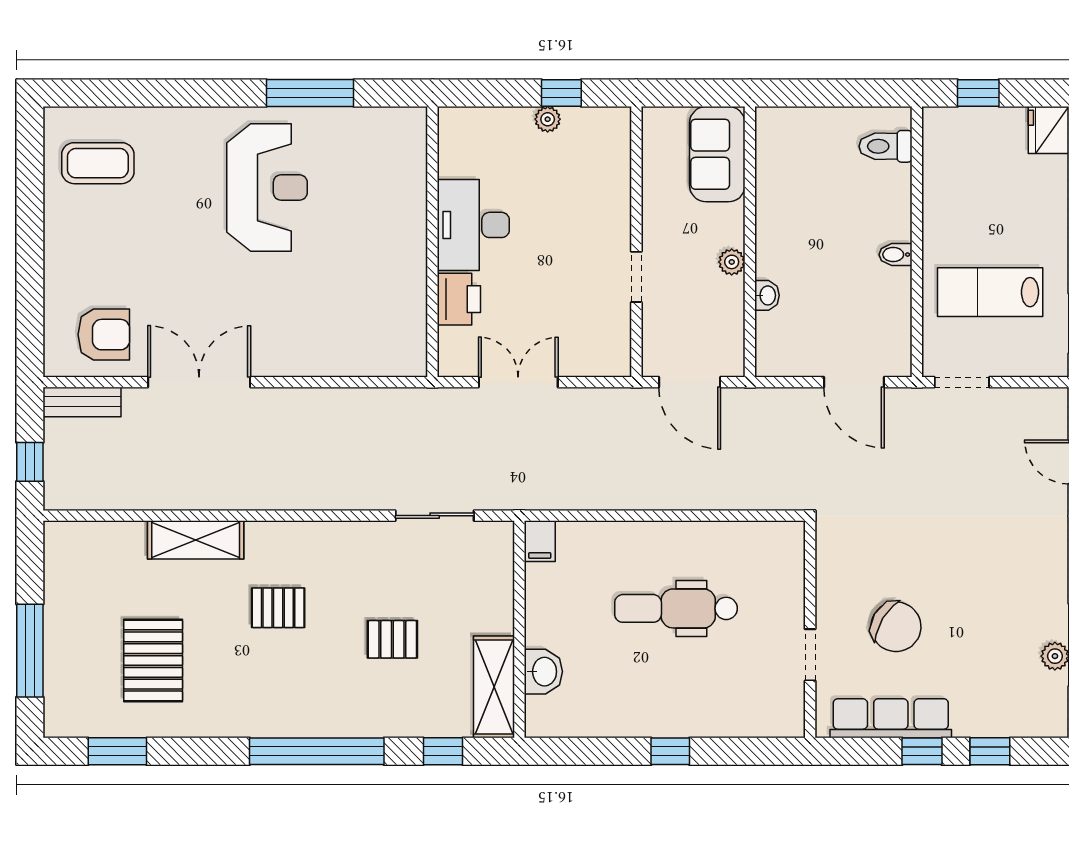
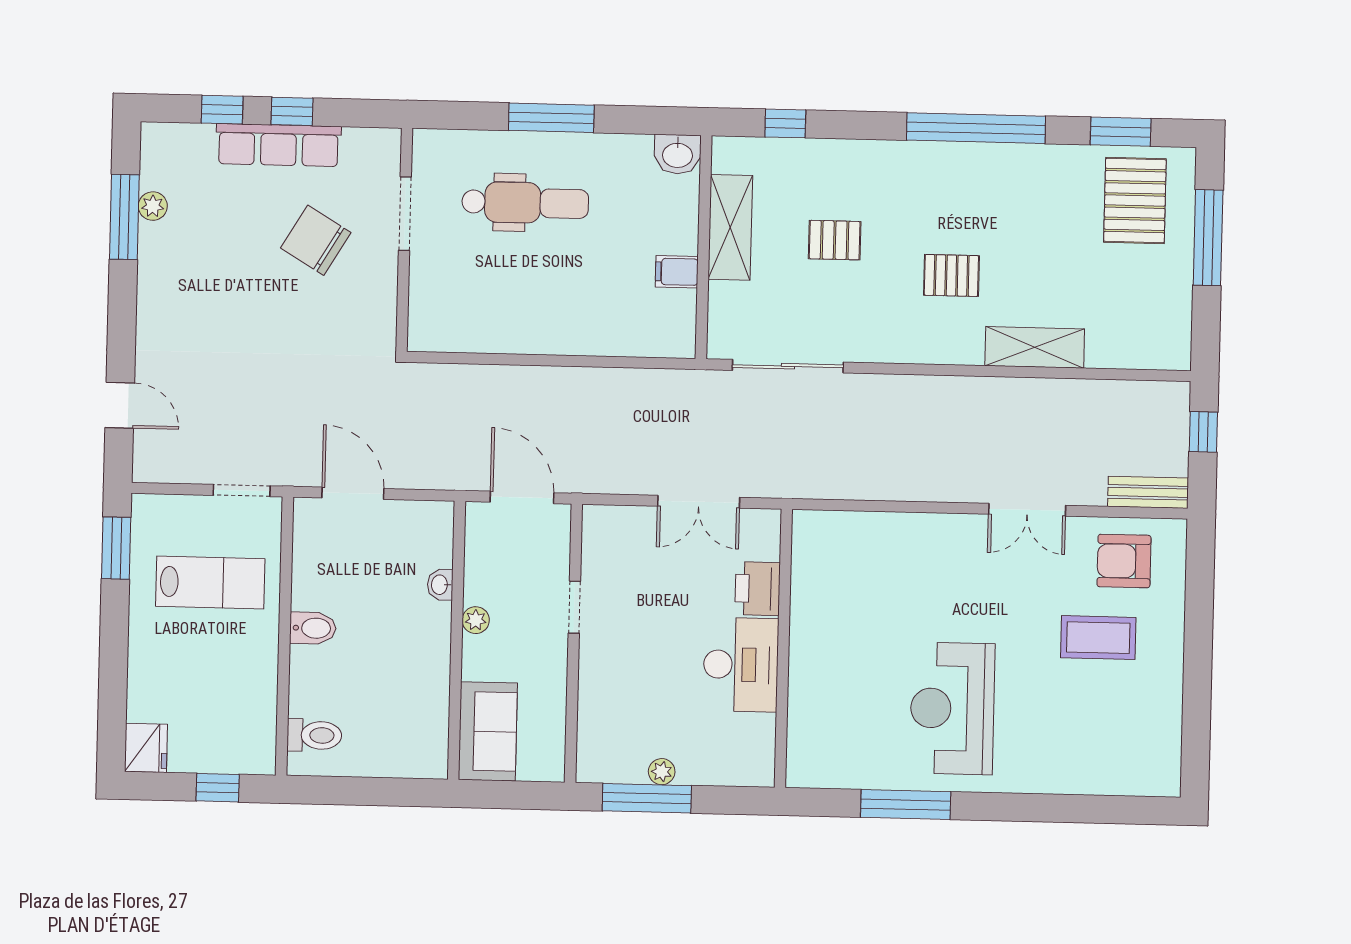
window: (561, 93) -> (647, 798), width x2.17
coffee table: (98, 163) -> (1098, 638), moved
bidet: (895, 255) -> (313, 628), width x1.38, depth x1.36
double door: (199, 382) -> (1027, 510), width x0.73
sliding door: (435, 516) -> (788, 366), width x1.37
filing cabinet: (540, 541) -> (677, 272), moved, turned -90
dental chair: (676, 608) -> (525, 203), moved
doorway: (810, 655) -> (405, 214), width x1.38
pallet: (153, 660) -> (1135, 201), moved
washbasin: (543, 672) -> (677, 154), moved, turned -90
shelving: (494, 687) -> (730, 227), moved
row of seats: (891, 718) -> (278, 145), moved
window: (317, 751) -> (976, 128), moved
window: (670, 751) -> (551, 118), width x2.17

